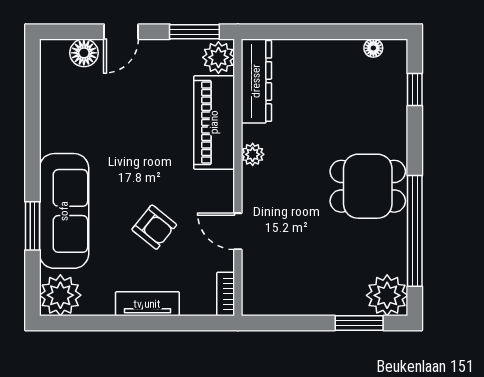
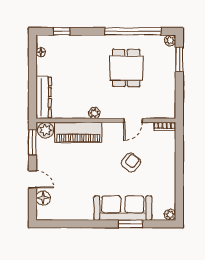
dresser: (256, 81) -> (44, 97), moved, turned 90
dining table: (368, 186) -> (126, 68), moved
plant: (60, 295) -> (170, 215), width x0.53, depth x0.53
plant: (387, 295) -> (170, 40), width x0.53, depth x0.53
tv unit: (147, 304) -> (170, 166), removed

